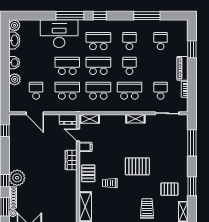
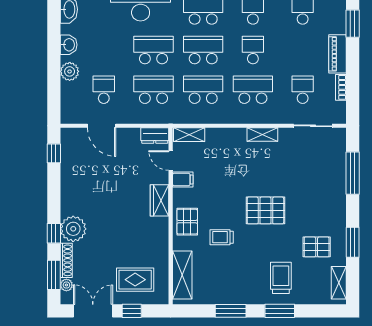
rug: (56, 210) -> (135, 280), added

